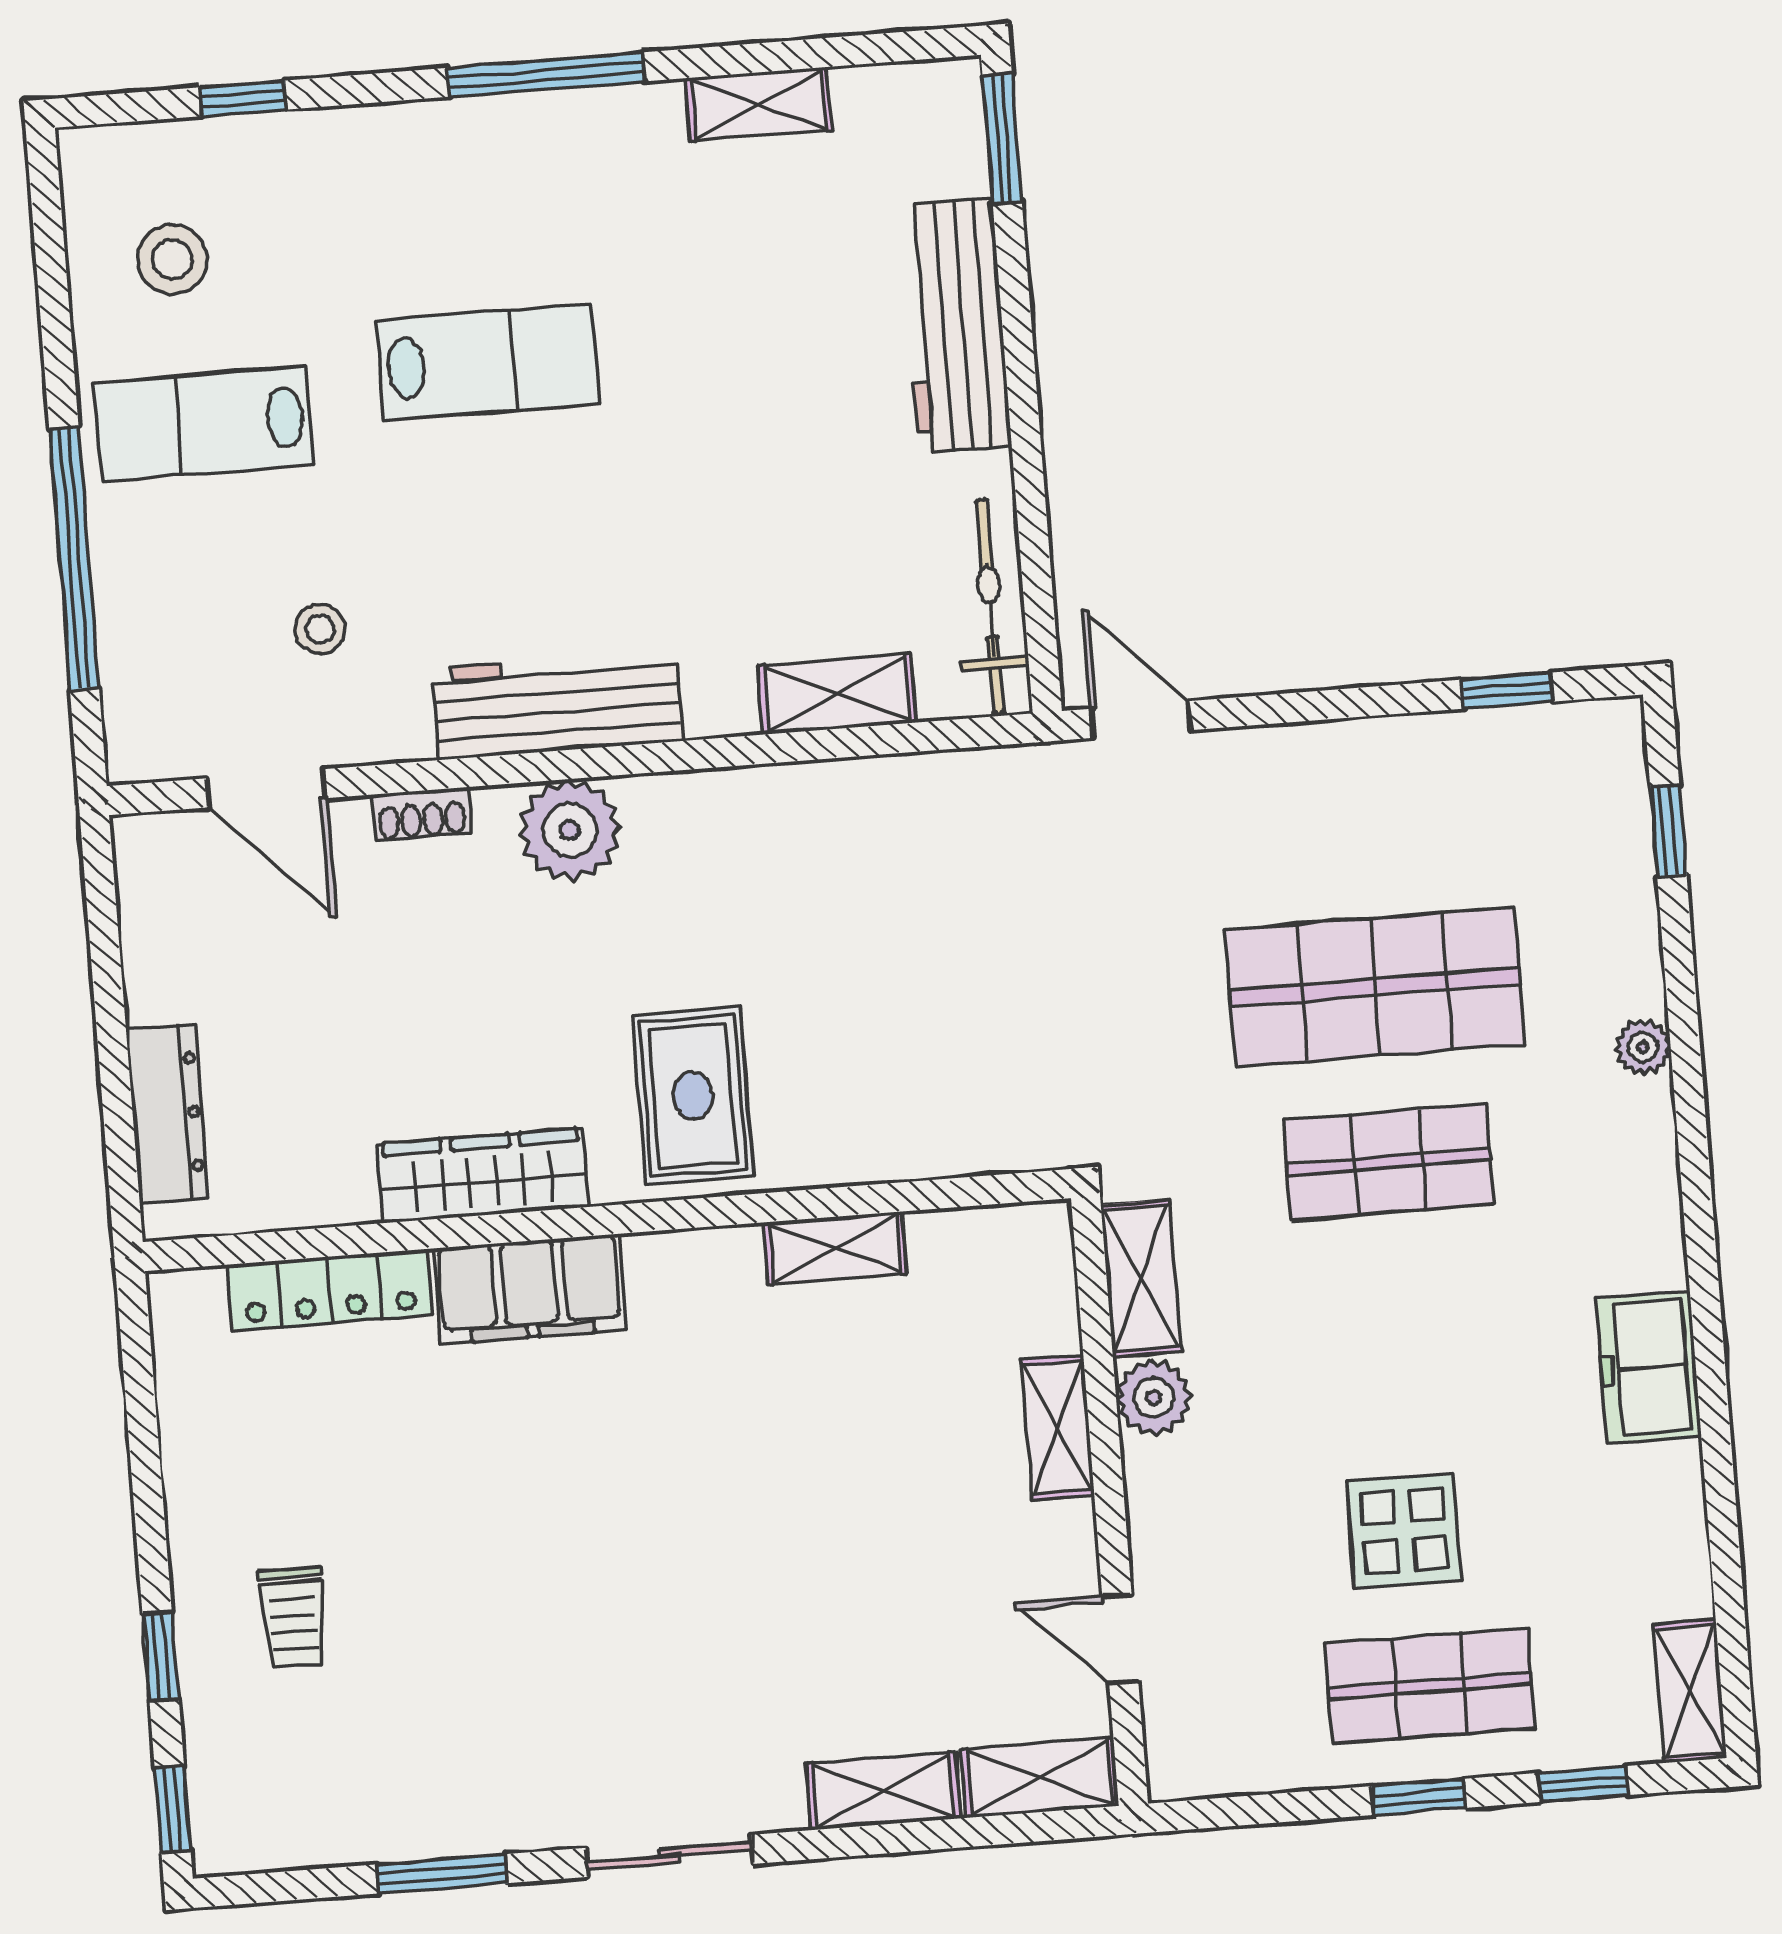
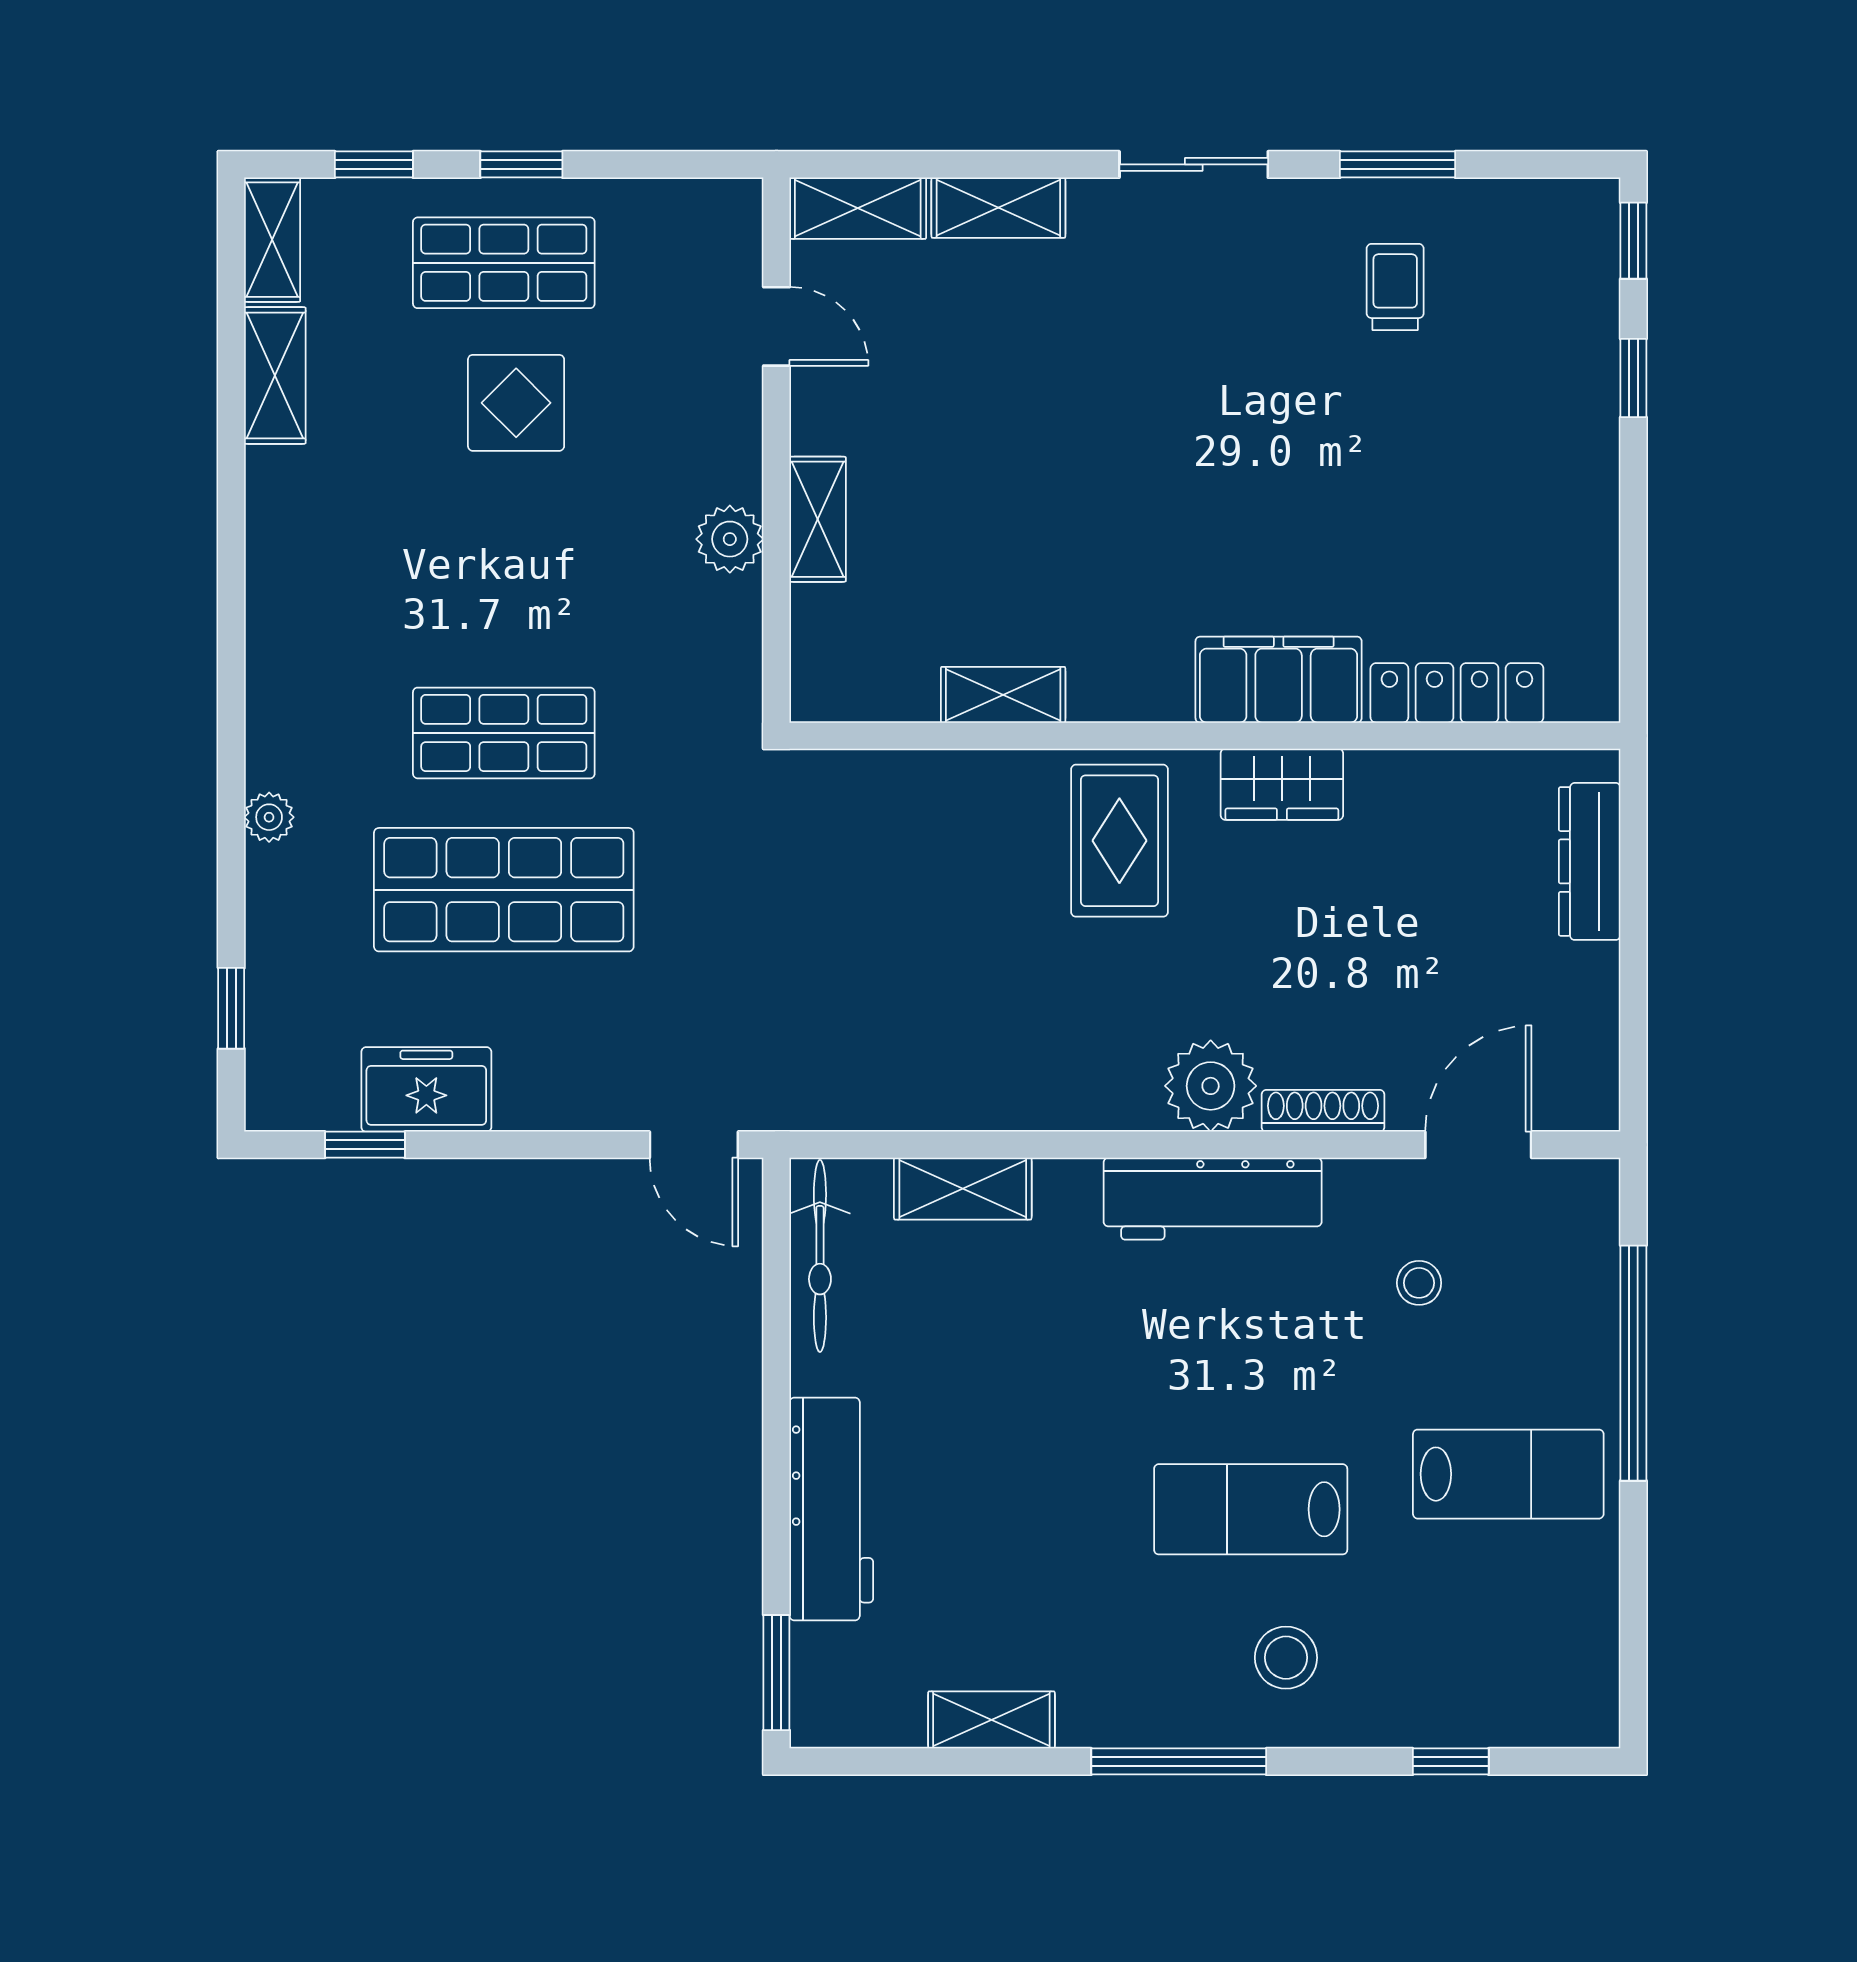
stool: (172, 260) -> (1286, 1658), moved
door: (266, 788) -> (1478, 1145), hinge flipped
shoe rack: (422, 814) -> (1323, 1111), width x1.43
wardrobe: (483, 1175) -> (1282, 784), width x0.67
shelving: (1141, 1278) -> (275, 376), moved
freezer: (1649, 1368) -> (426, 1089), moved, turned -90
trolley: (293, 1617) -> (1395, 287), moved

